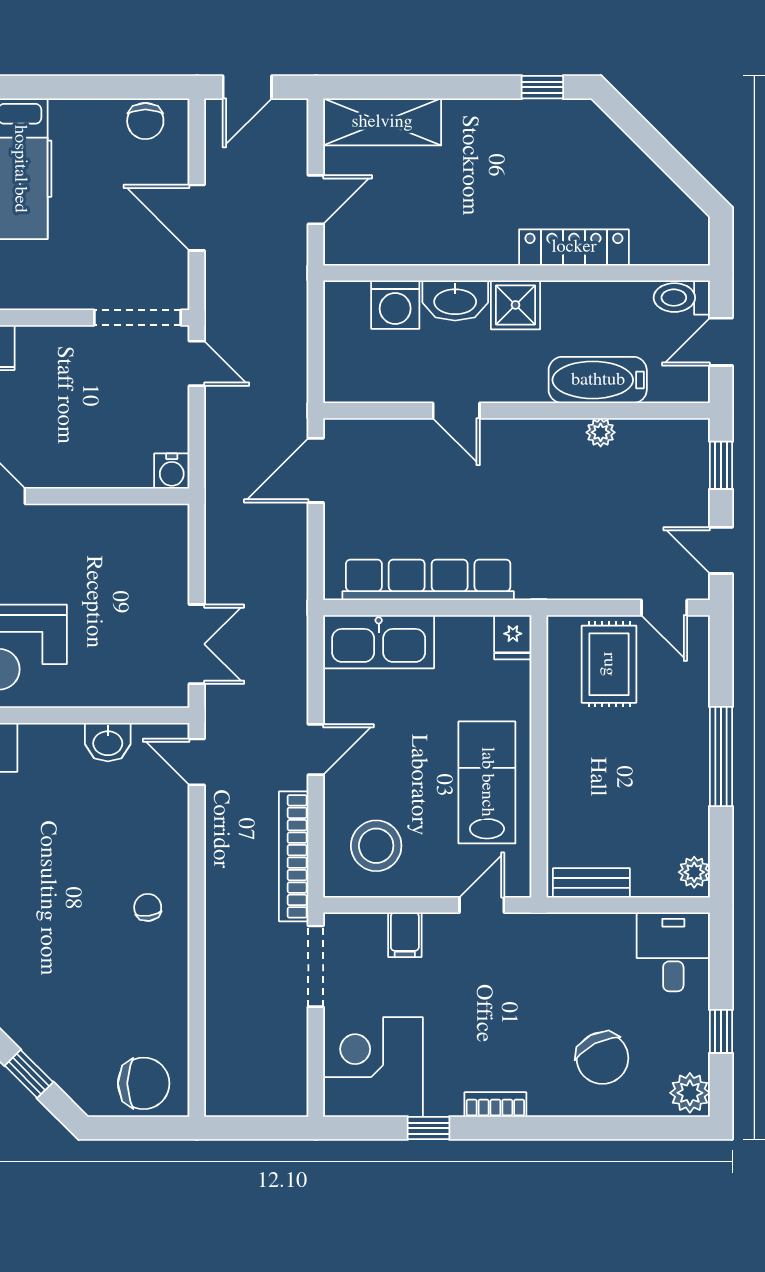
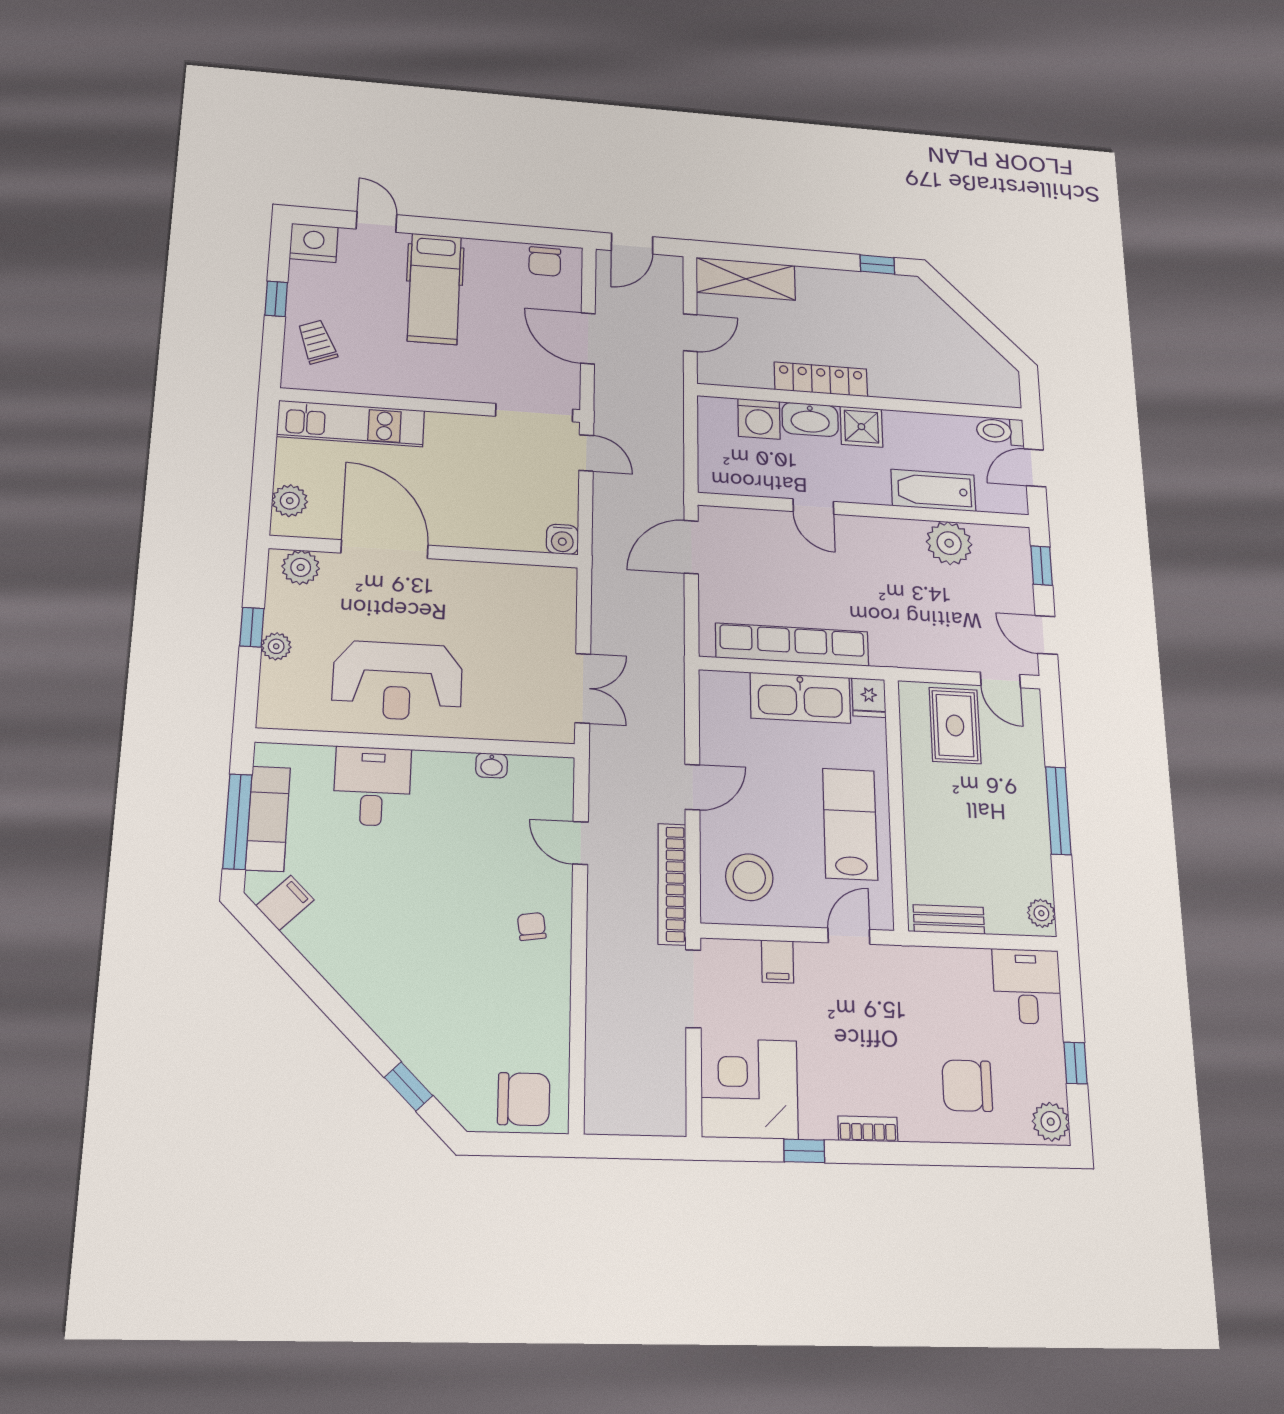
locker: (574, 247) -> (821, 379), moved
plant: (601, 432) -> (949, 543), width x1.88, depth x1.88
kitchen sink: (379, 642) -> (800, 698), moved
washbasin: (108, 742) -> (492, 765), width x0.72, depth x0.69
door: (197, 762) -> (580, 843), moved
chair: (602, 1058) -> (967, 1086), turned 117

